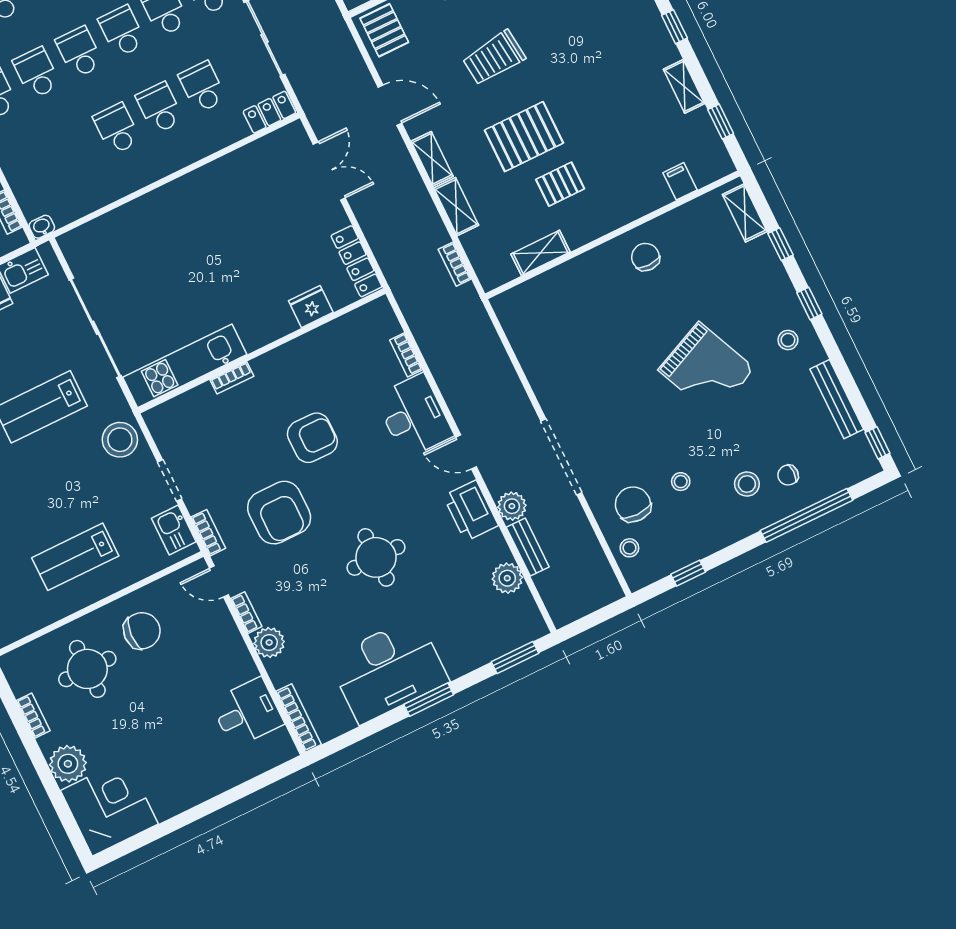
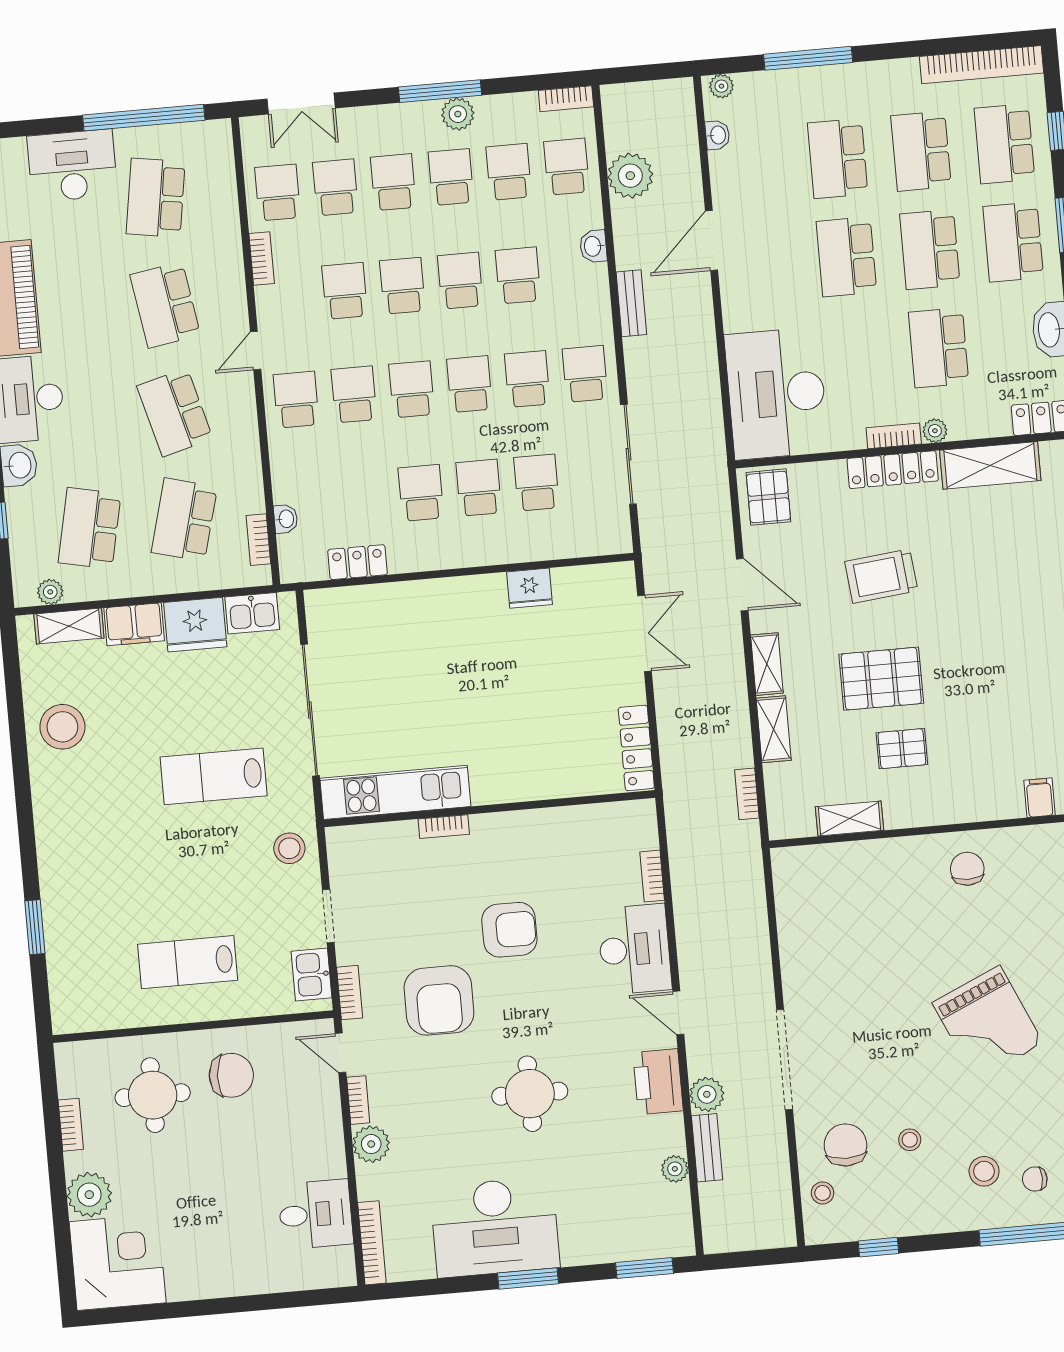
locker: (269, 112) -> (357, 562), moved
washbasin: (42, 227) -> (286, 519), moved, turned 90
fridge: (311, 307) -> (529, 588), moved, turned 180
stool: (120, 440) -> (289, 848), width x0.73, depth x0.73
plant: (507, 578) -> (675, 1169), width x0.73, depth x0.73

